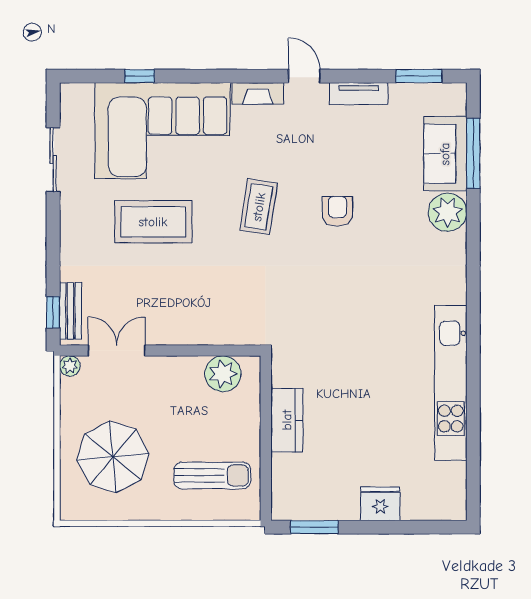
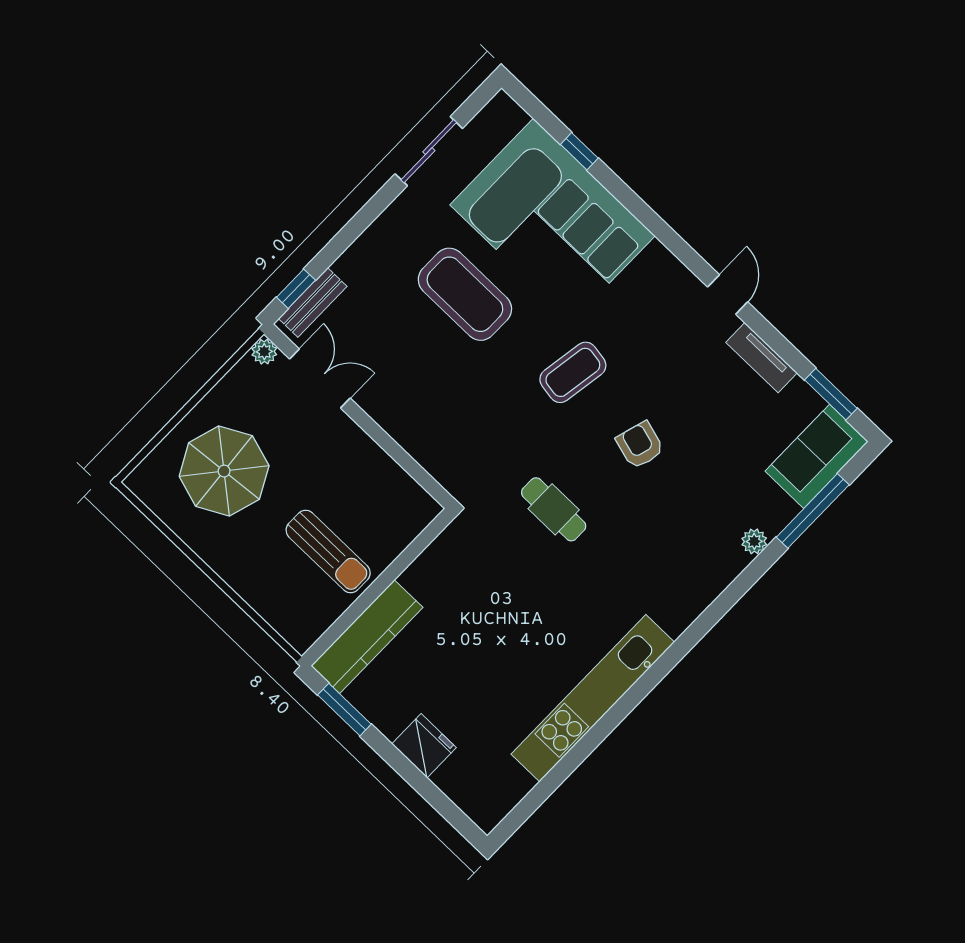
fireplace: (258, 93) -> (671, 270), removed
sofa: (445, 154) -> (817, 456), moved
armchair: (337, 211) -> (640, 445), turned -74
plant: (448, 212) -> (754, 541), width x0.53, depth x0.53
cafe table: (324, 296) -> (554, 509), added
plant: (223, 374) -> (395, 492), removed
kitchen counter: (287, 420) -> (367, 637), moved, width x1.50
sun lounger: (212, 476) -> (328, 551), moved

